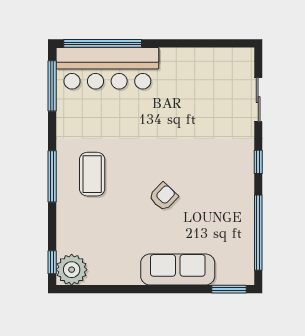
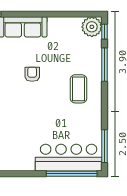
window: (52, 176) -> (104, 65), moved
armchair: (163, 197) -> (32, 74), turned 136

